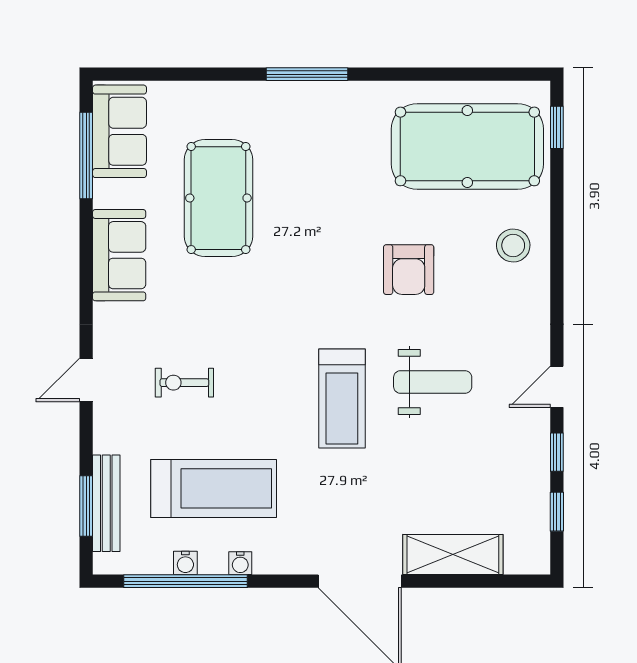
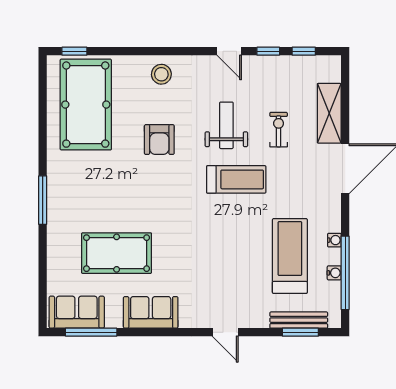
stool: (513, 246) -> (161, 74), moved
armchair: (409, 270) -> (159, 140), turned 90
exercise bike: (184, 383) -> (279, 130), moved, turned 180

